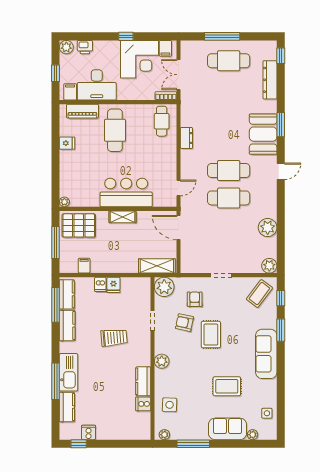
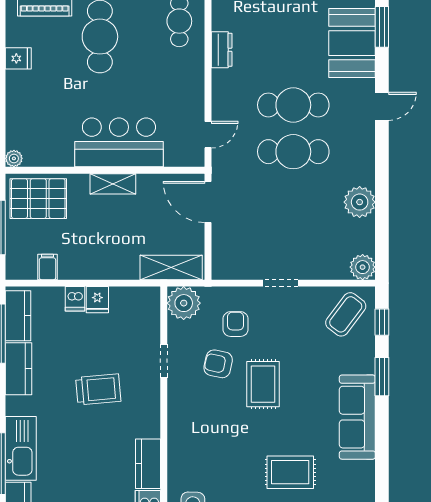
plant: (162, 361) -> (179, 430), removed

